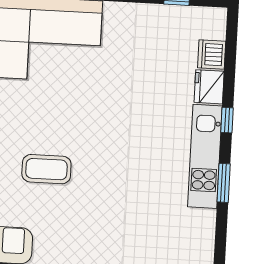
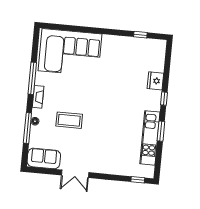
dishwasher: (212, 55) -> (157, 64), removed
kitchen unit: (205, 156) -> (150, 138), moved

